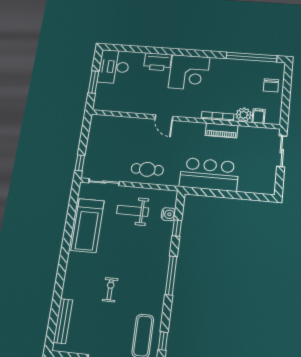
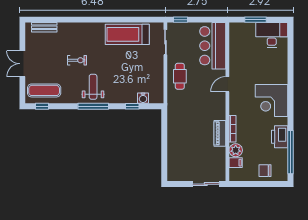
printer: (158, 62) -> (280, 137), moved
bar counter: (209, 174) -> (213, 46), moved, turned 180
weight bench: (133, 211) -> (93, 87), moved
bench: (63, 321) -> (44, 27), width x0.73

